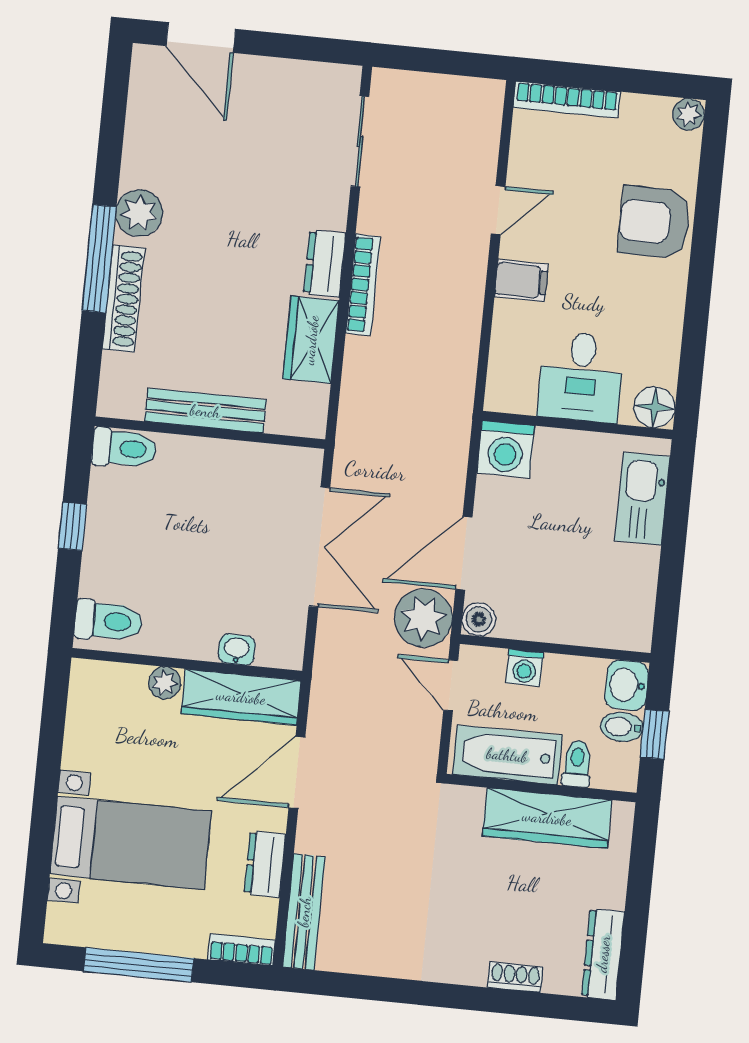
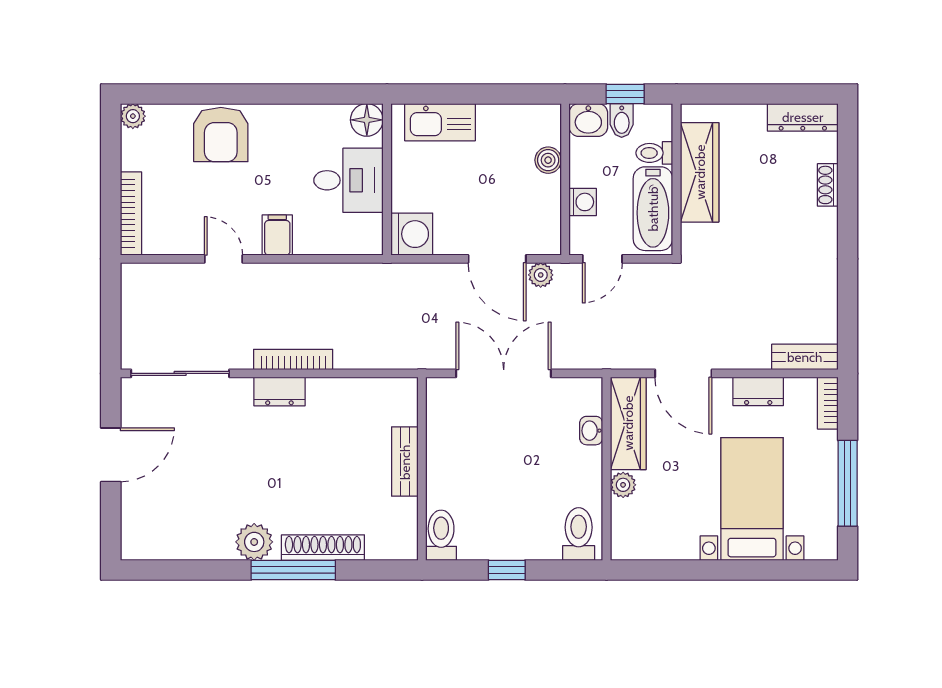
door: (201, 38) -> (111, 455), moved
sliding door: (360, 141) -> (180, 373), width x1.37
wardrobe: (311, 340) -> (341, 396), removed
bench: (205, 411) -> (405, 462), width x0.73
plant: (423, 618) -> (541, 275), width x0.53, depth x0.53
boiler: (479, 619) -> (548, 160), moved
bench: (304, 912) -> (805, 357), width x0.73

